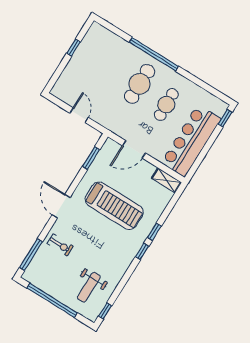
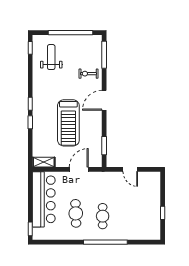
cafe table: (140, 84) -> (103, 216), width x0.73, depth x0.74
door: (61, 206) -> (104, 100), swing flipped
treadmill: (114, 206) -> (68, 123), turned -90

